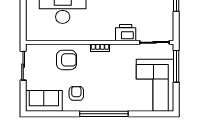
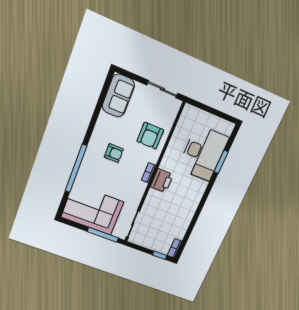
printer: (126, 33) -> (162, 181), moved
armchair: (76, 93) -> (114, 153), moved
window: (104, 114) -> (76, 168), moved

